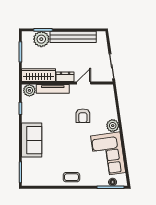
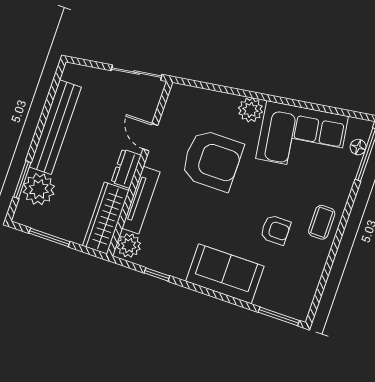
armchair: (83, 116) -> (212, 160), width x1.88, depth x1.88
armchair: (60, 157) -> (275, 230), added

